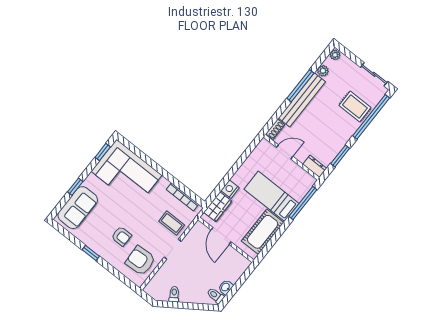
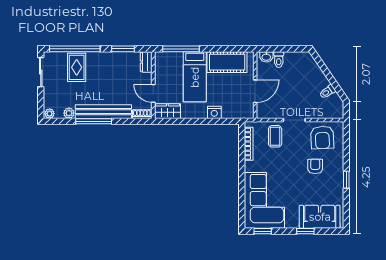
wardrobe: (218, 207) -> (167, 111), moved
washbasin: (226, 287) -> (266, 57), moved
toilet: (215, 296) -> (279, 60), moved

